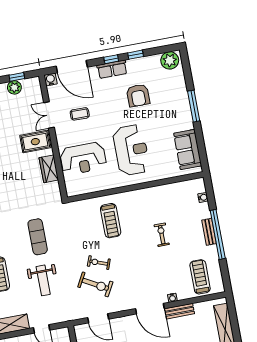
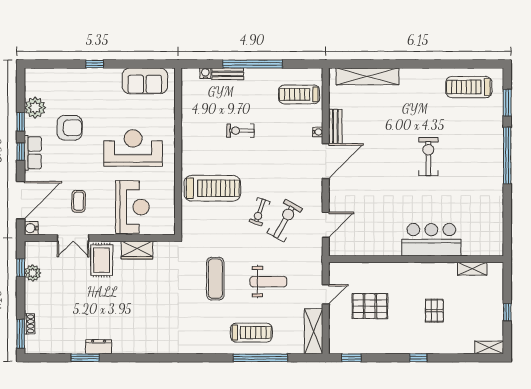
plant: (170, 60) -> (35, 108), moved
window: (194, 106) -> (95, 64), width x0.46
treadmill: (111, 221) -> (212, 188), width x1.37, depth x1.38
bench: (209, 232) -> (228, 74), moved
exercise mat: (38, 237) -> (215, 279), turned 90

